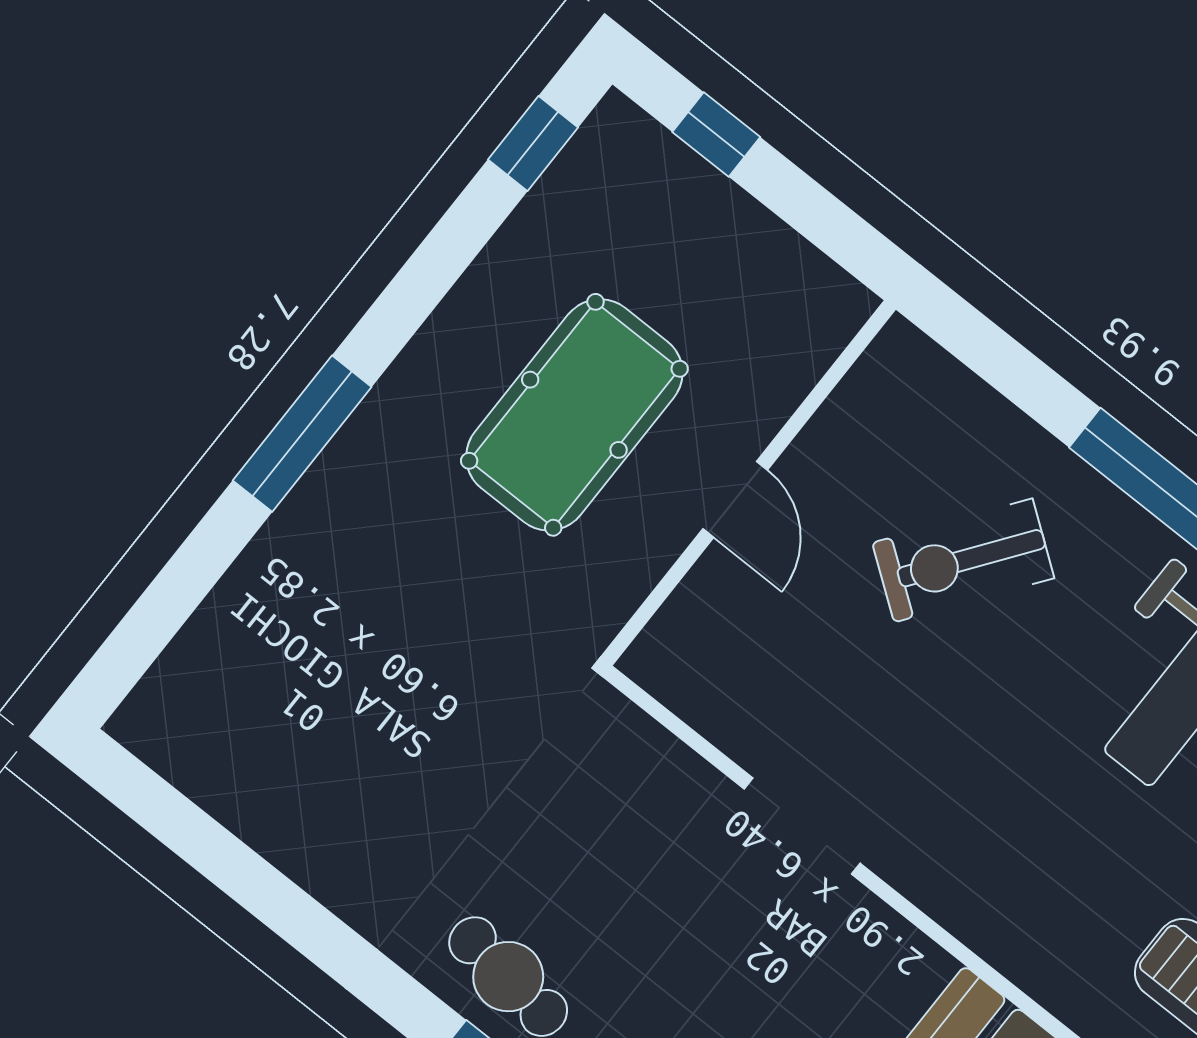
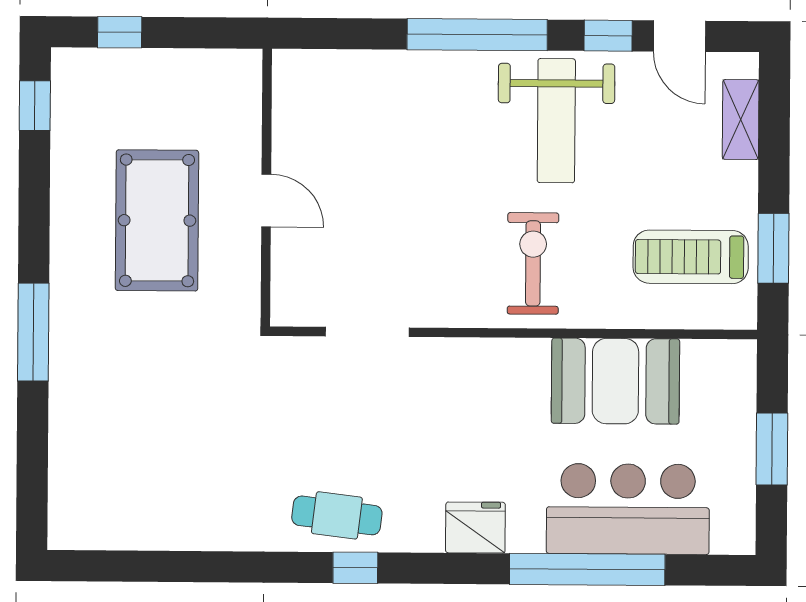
exercise bike: (963, 560) -> (533, 263), moved, turned 144
doorway: (802, 826) -> (367, 332), moved

